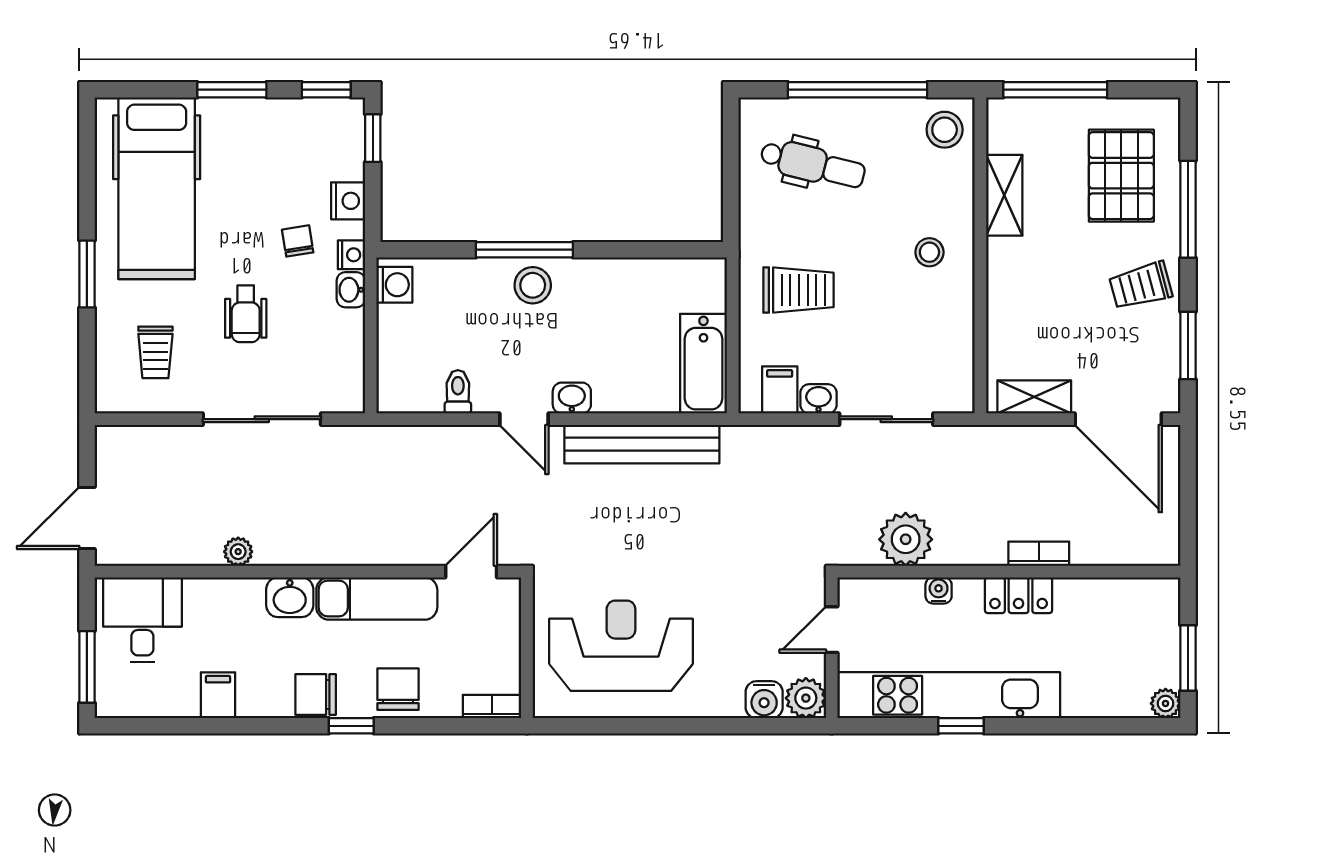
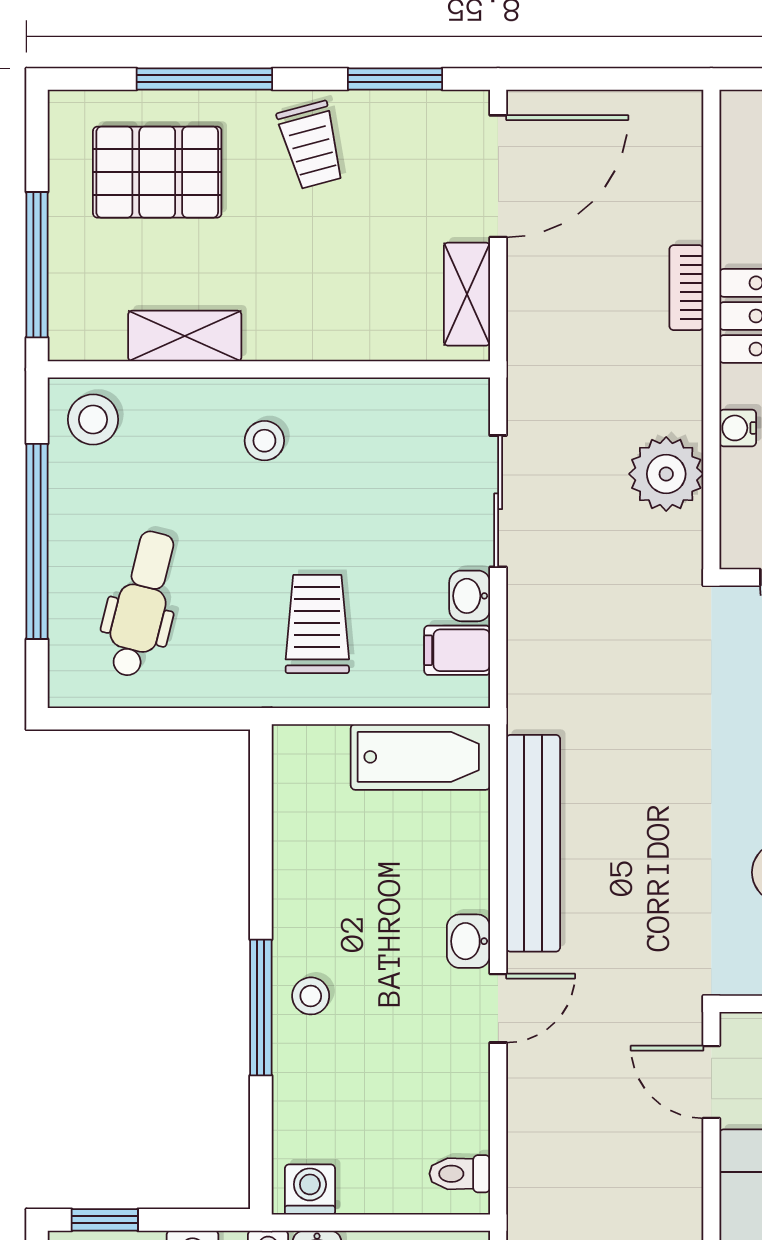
stool: (533, 285) -> (311, 996), width x0.73, depth x0.73
toilet: (458, 392) -> (460, 1174), moved

